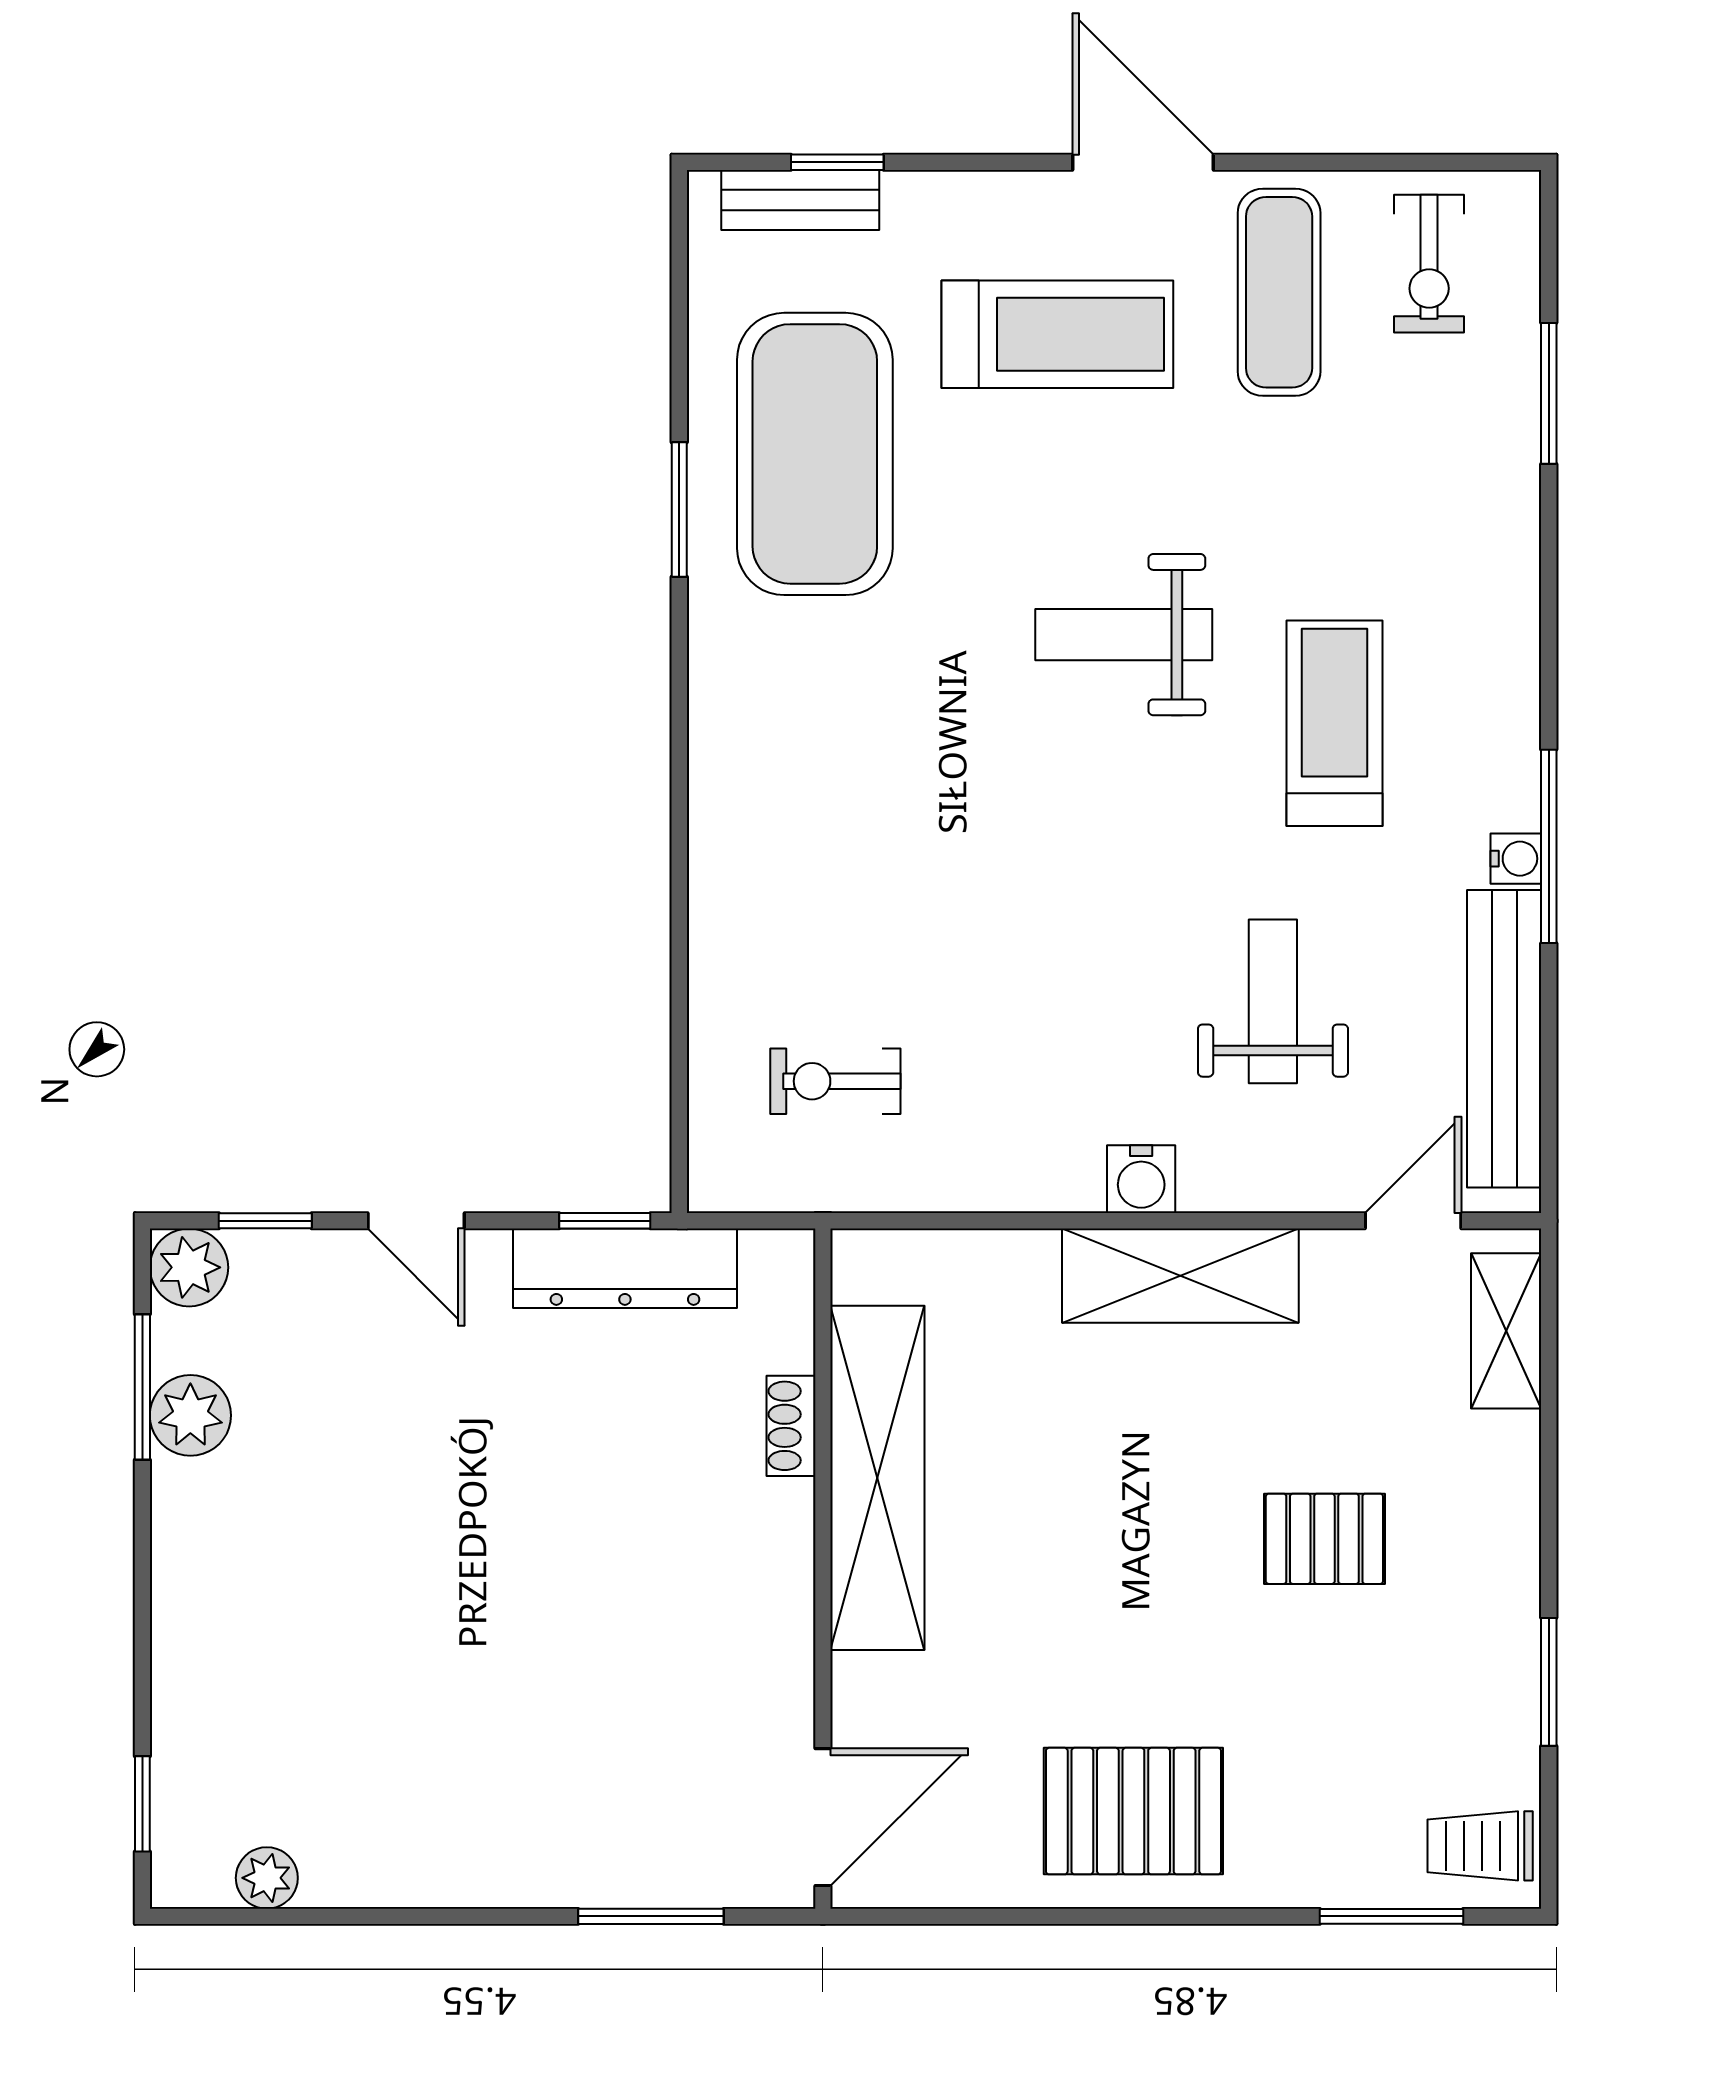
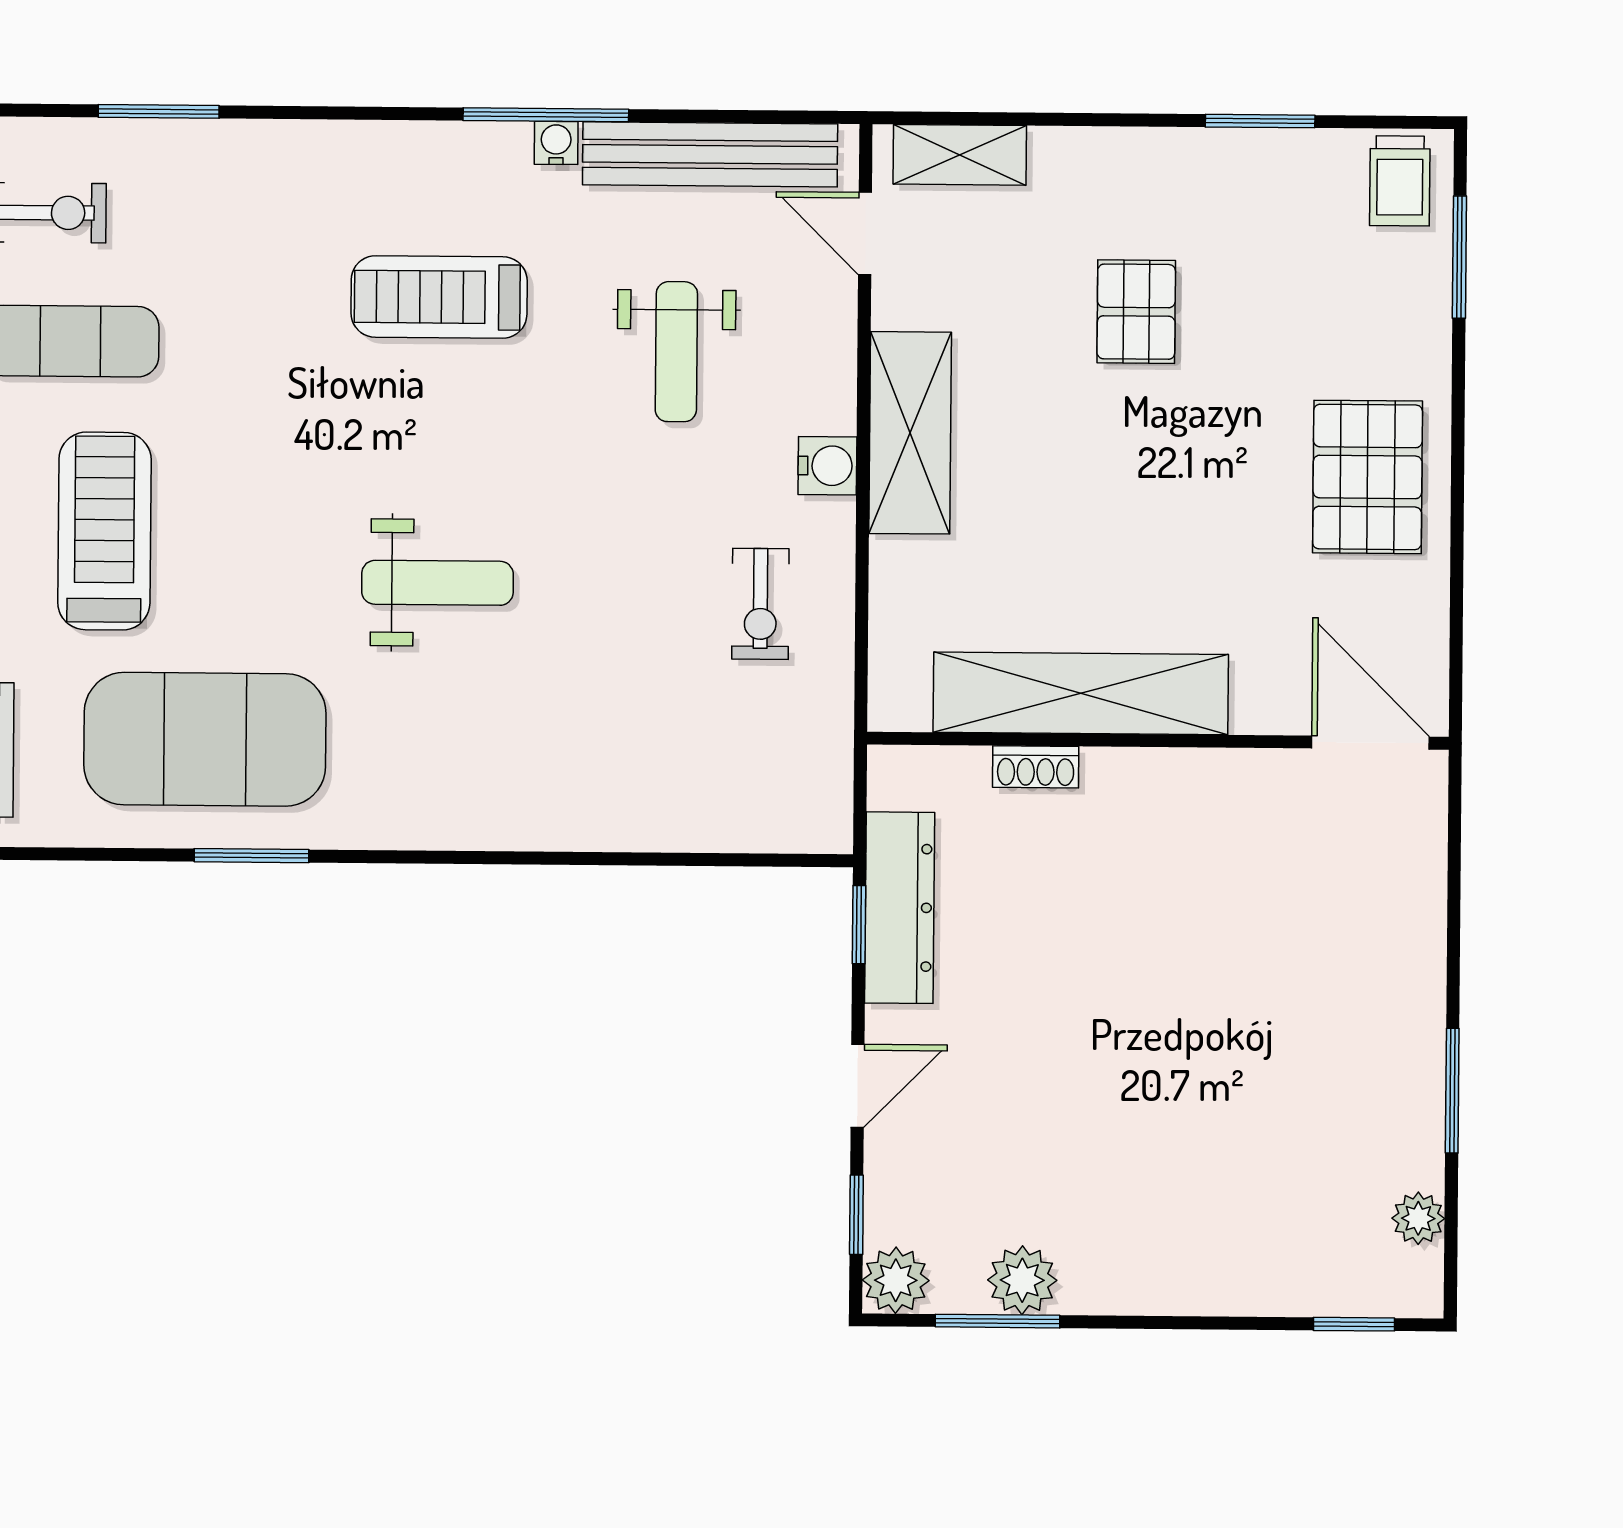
weight bench: (1124, 635) -> (437, 583), moved, turned -90
weight bench: (1273, 1001) -> (676, 352), turned -90
exercise bike: (835, 1081) -> (760, 604), moved
window: (651, 1916) -> (1452, 1091), moved

